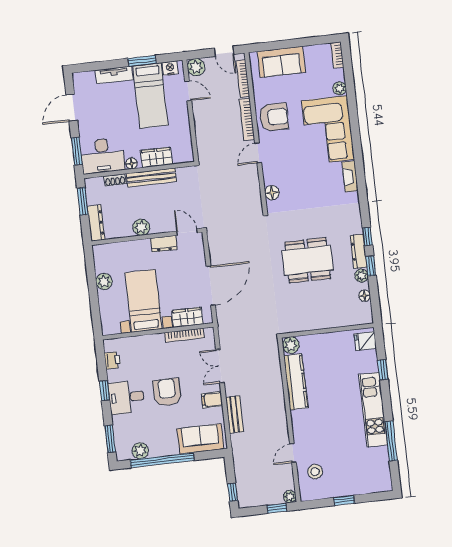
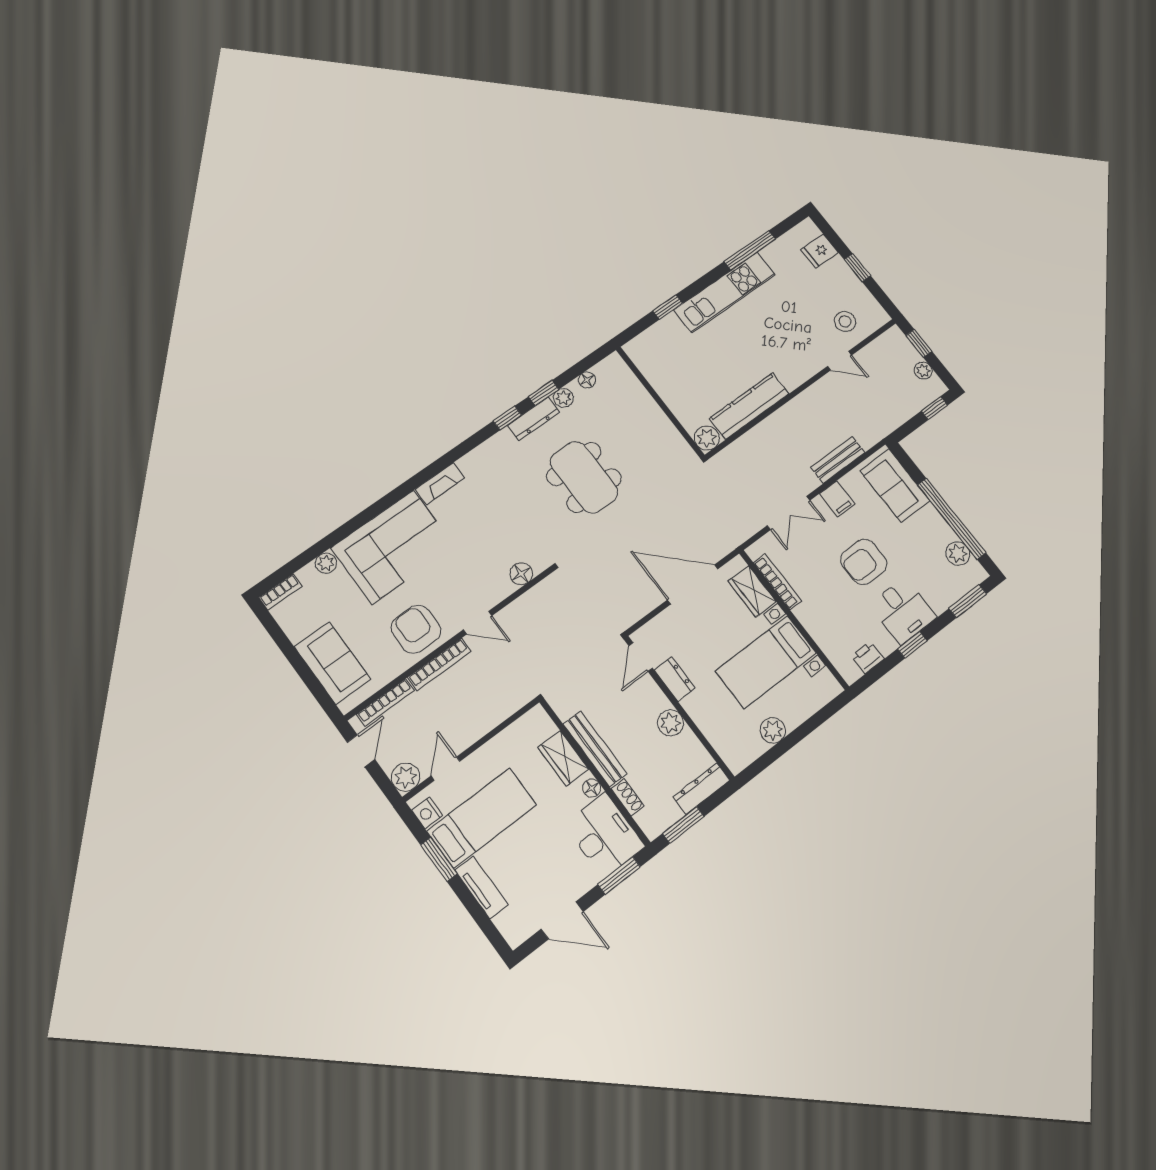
fridge: (365, 341) -> (819, 251), moved, turned 90
plant: (290, 497) -> (923, 371), moved

